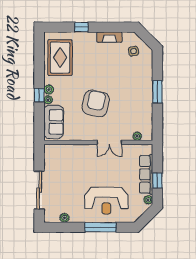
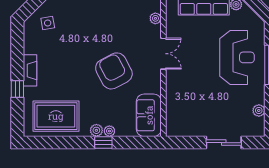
fireplace: (109, 37) -> (30, 70), moved
armchair: (96, 103) -> (114, 71), turned 49
sofa: (54, 122) -> (149, 115), moved, turned -90
sliding door: (39, 190) -> (224, 143), width x0.73

